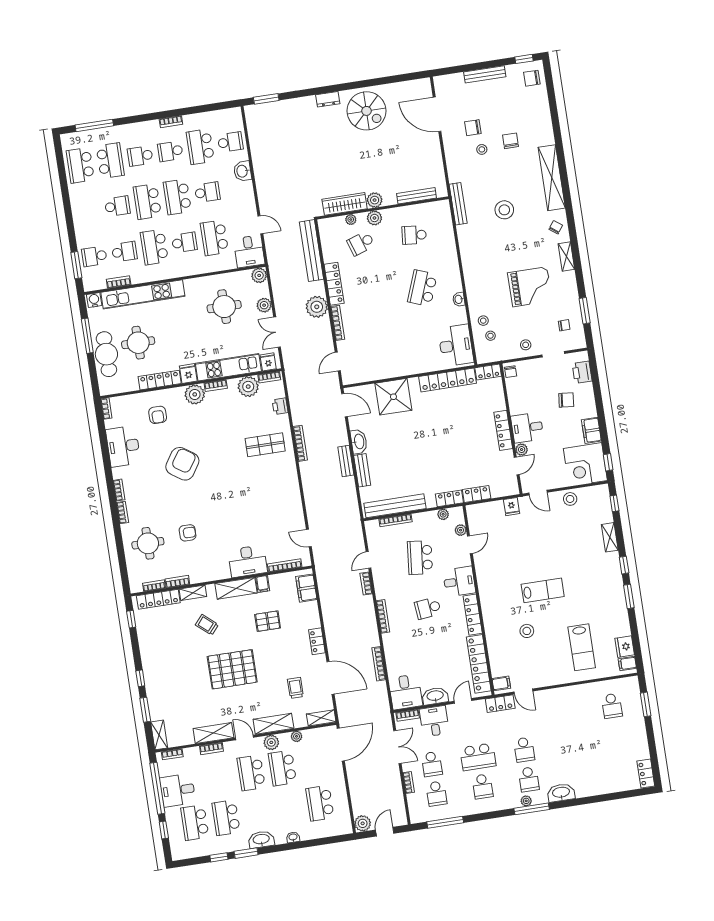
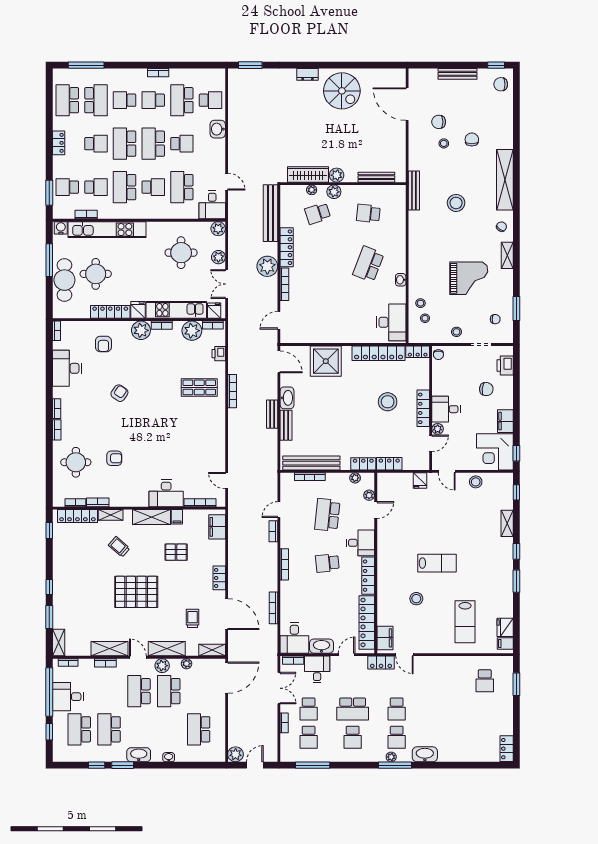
locker: (78, 211) -> (59, 143), added
stool: (465, 429) -> (388, 402), added
armchair: (182, 464) -> (119, 393), width x0.53, depth x0.53
filing cabinet: (501, 683) -> (385, 638), width x2.00

